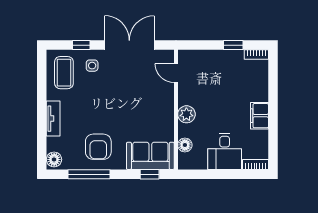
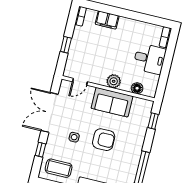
window: (233, 45) -> (66, 45), moved
side table: (92, 66) -> (74, 137), moved
filing cabinet: (259, 116) -> (107, 20), moved
armchair: (98, 147) -> (104, 140), moved
sofa: (150, 156) -> (112, 102), moved, turned -90

